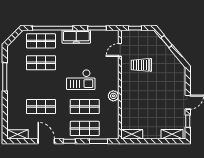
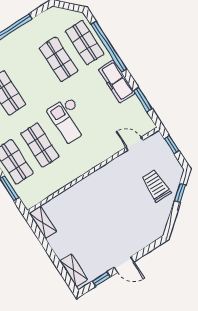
trolley: (141, 65) -> (156, 186), moved
plant: (113, 96) -> (75, 171), removed

